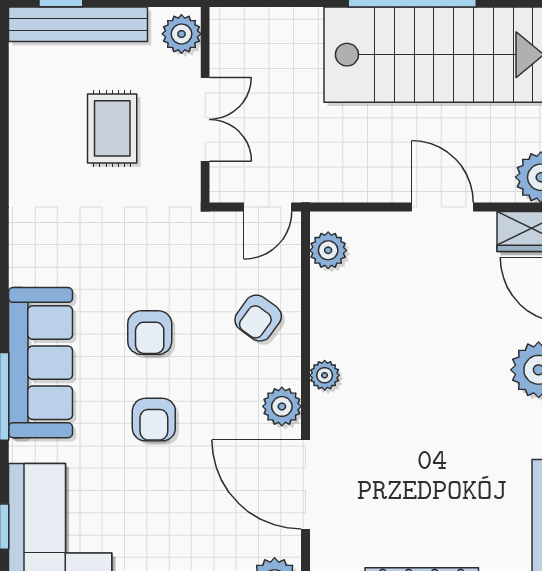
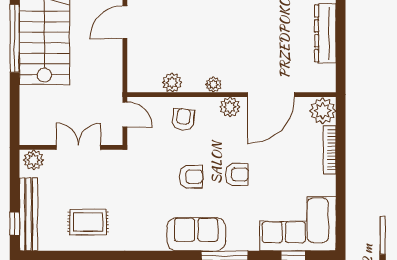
rug: (112, 128) -> (88, 222), moved
plant: (328, 250) -> (172, 83), moved
armchair: (258, 318) -> (183, 119), turned -120
sofa: (41, 363) -> (196, 234), width x0.73

